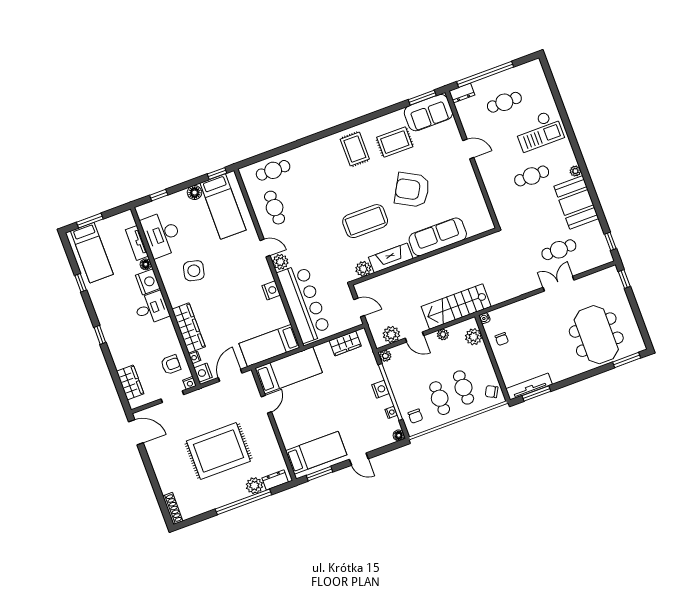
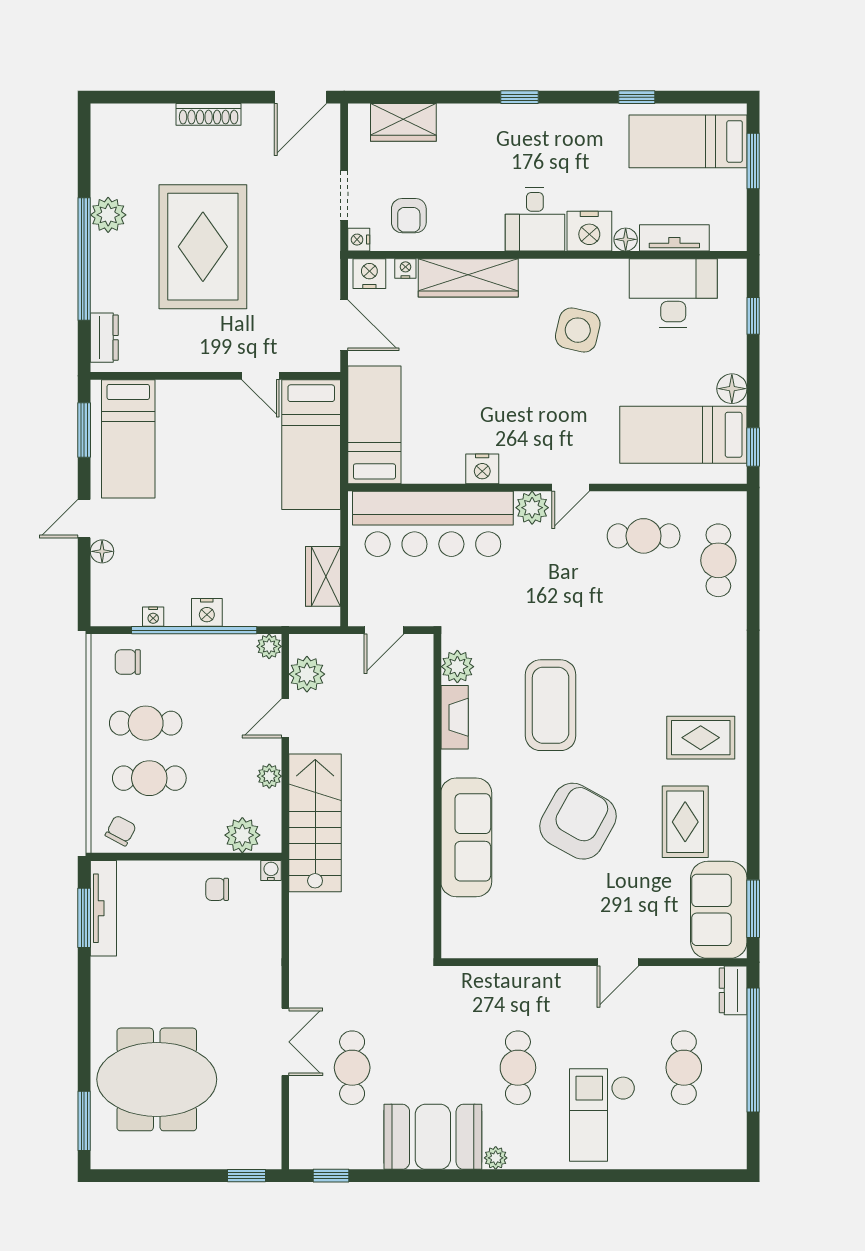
fireplace: (391, 258) -> (455, 717), width x0.73, depth x0.76
floor lamp: (399, 435) -> (102, 551), moved
plant: (254, 486) -> (108, 215), moved
shoe rack: (173, 508) -> (209, 114), moved

